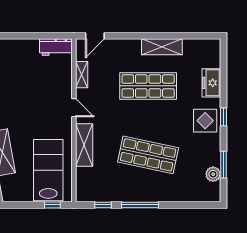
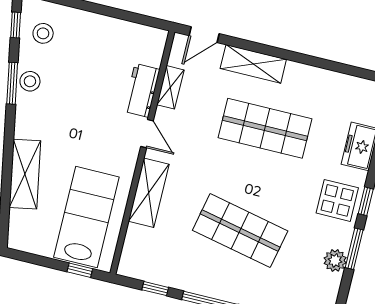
workbench: (56, 47) -> (142, 90), moved, turned 90
shelving: (162, 47) -> (253, 64), moved
window: (223, 165) -> (354, 249), moved
plant: (213, 174) -> (335, 260), moved

